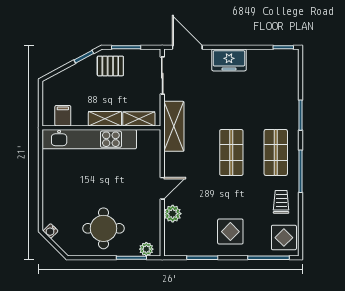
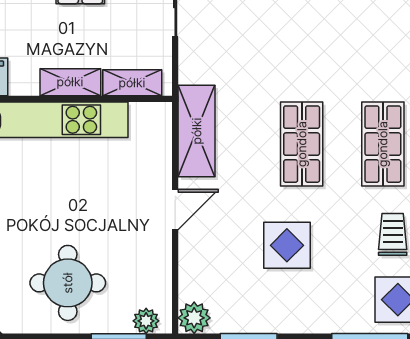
shelving: (174, 126) -> (197, 131), moved
plant: (173, 214) -> (194, 318), moved
display table: (230, 232) -> (287, 245), moved

